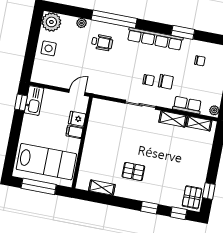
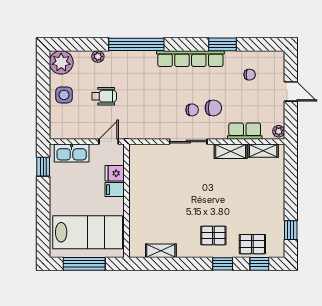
wheelchair: (102, 43) -> (104, 96), moved
kitchen sink: (34, 101) -> (72, 153), moved, turned 90
pallet: (133, 172) -> (213, 235), moved
pallet: (192, 197) -> (252, 244), moved, turned 90

